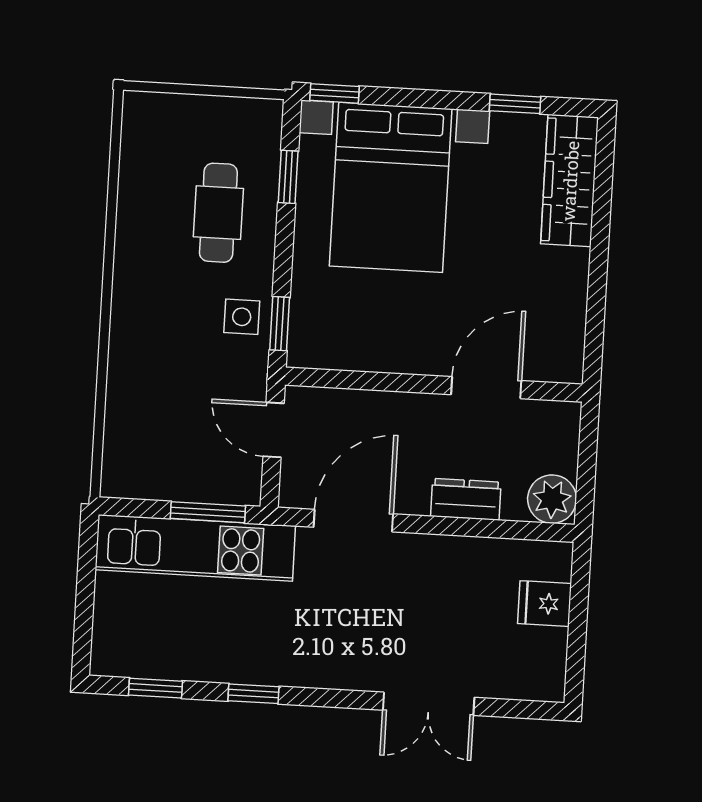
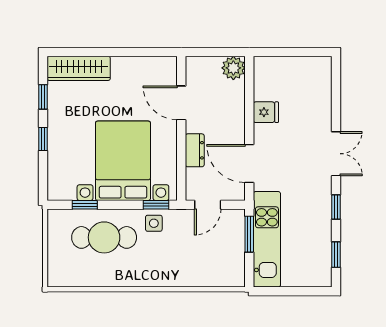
window: (334, 93) -> (43, 139), moved
bed with nightstands: (391, 187) -> (123, 161), moved, turned -90
cafe table: (218, 213) -> (104, 237), width x1.37, depth x1.35
dresser: (466, 499) -> (195, 150), moved, turned 180
fridge: (545, 604) -> (266, 112), moved, turned -90
double door: (429, 704) -> (336, 154), moved

